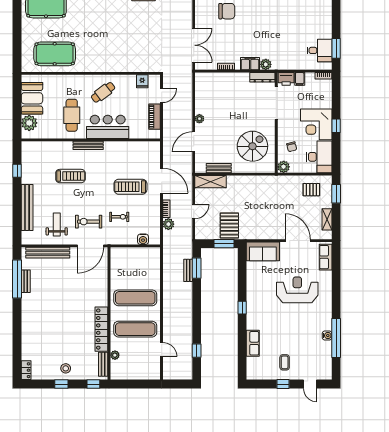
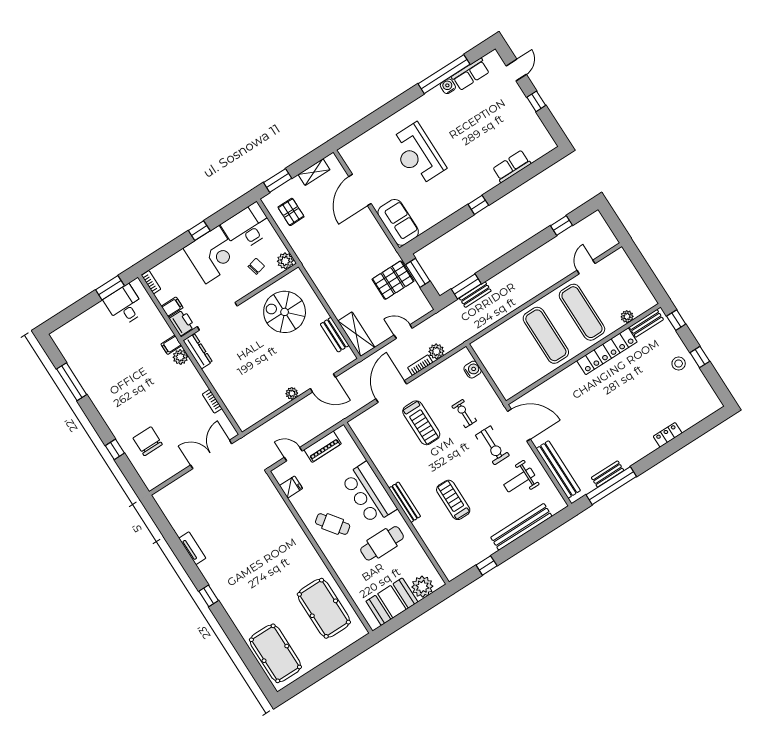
filing cabinet: (250, 64) -> (171, 345), moved, width x0.50
row of seats: (326, 257) -> (470, 74), moved
coffee table: (285, 362) -> (510, 115), removed
locker: (26, 370) -> (668, 435), moved

